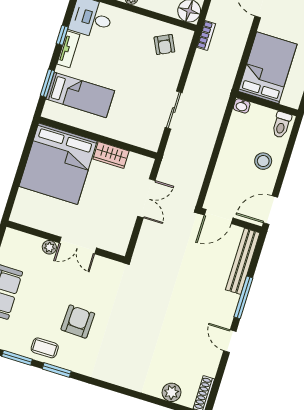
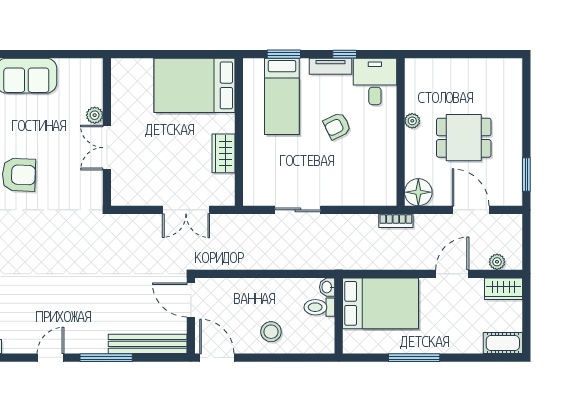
armchair: (164, 45) -> (337, 126), moved
toilet: (281, 125) -> (319, 307), moved
bed: (58, 164) -> (194, 85), width x0.73

